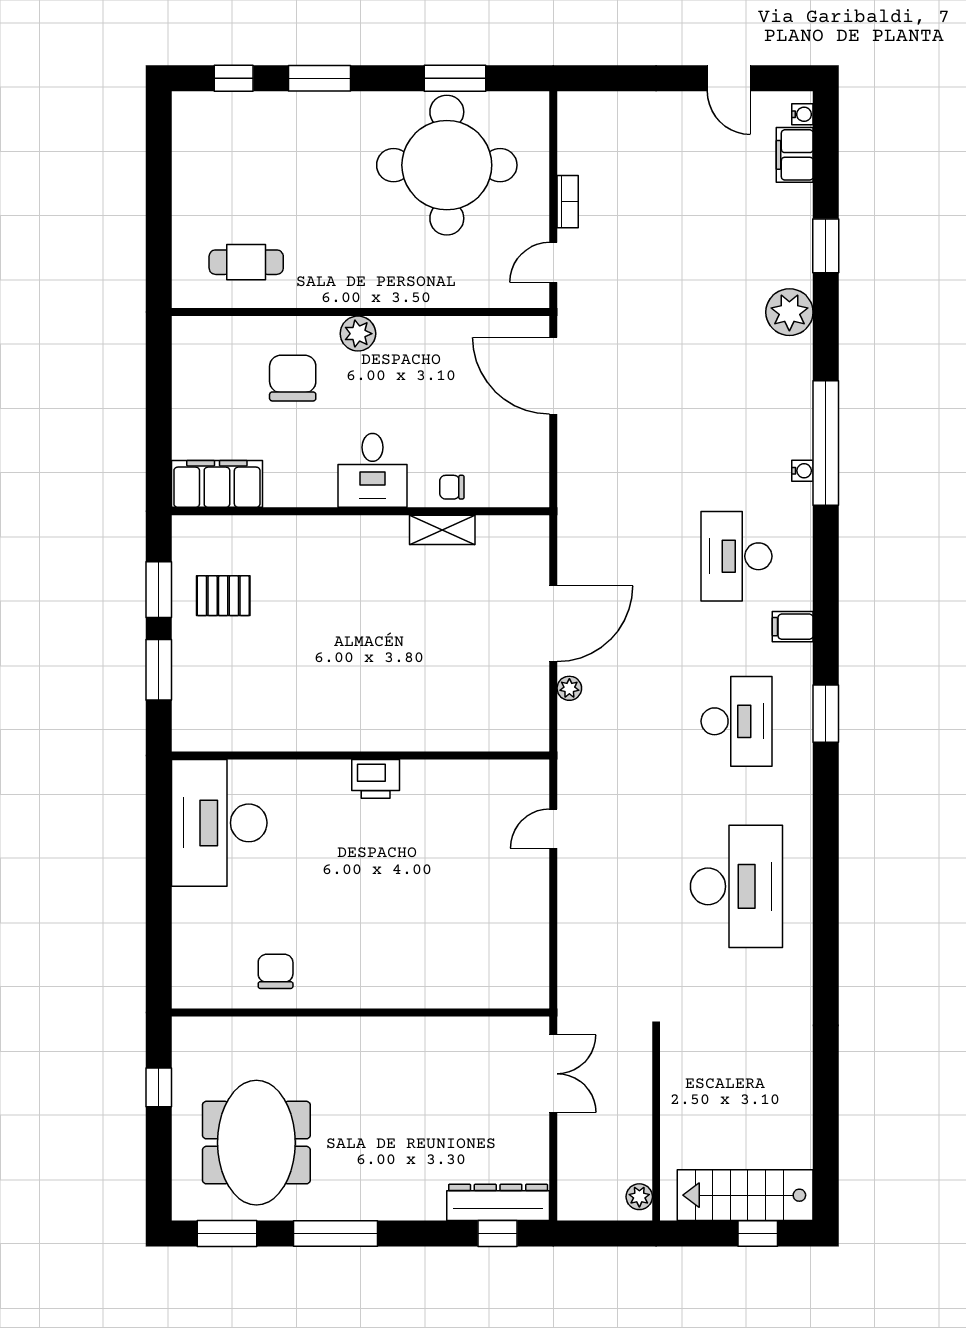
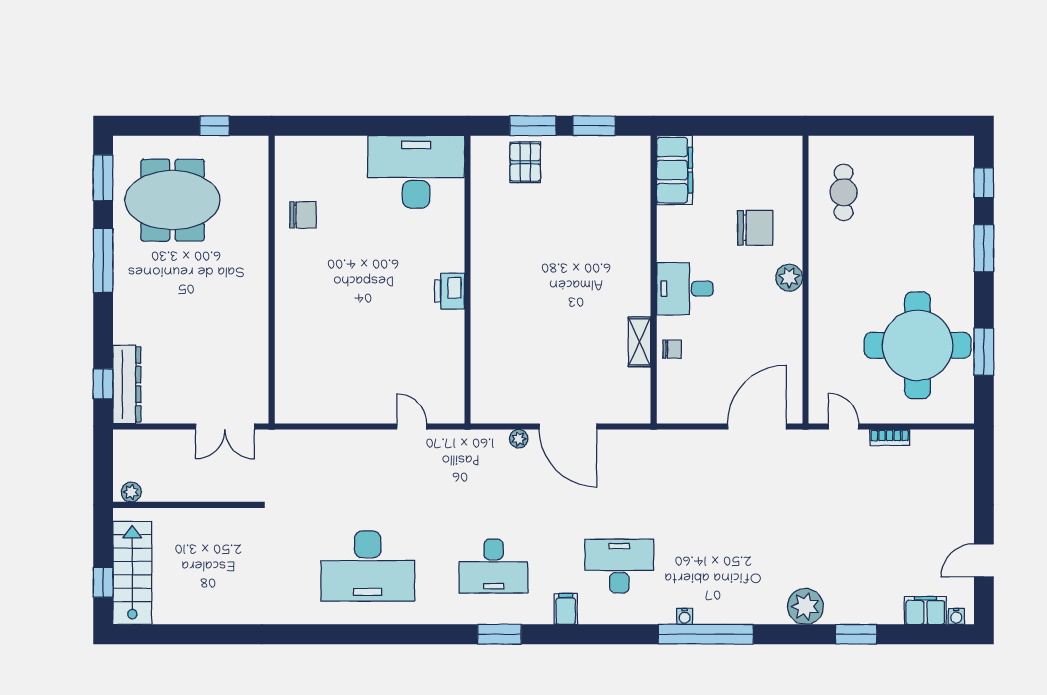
chair: (452, 487) -> (672, 349), turned 90
pallet: (223, 596) -> (525, 162), moved

